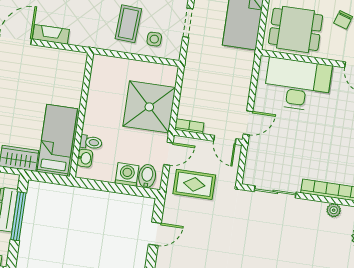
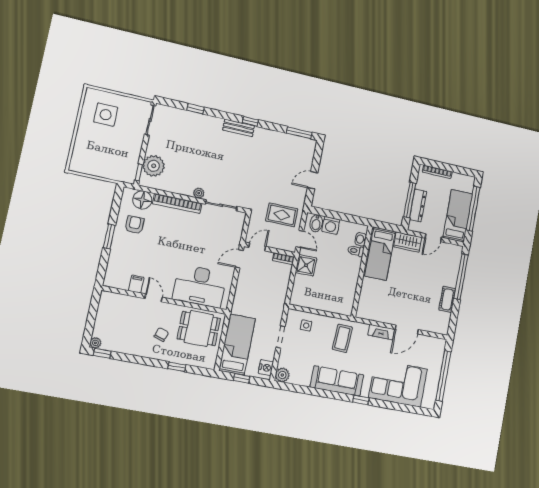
coffee table: (128, 24) -> (342, 338), moved
shower: (149, 107) -> (306, 265), width x0.54, depth x0.54
door: (225, 140) -> (257, 247), hinge flipped
door: (168, 154) -> (300, 239), swing flipped
plant: (334, 210) -> (199, 193), moved

